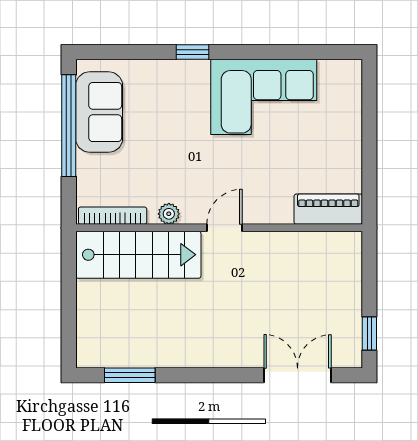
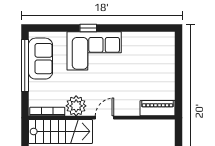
corner sofa: (264, 97) -> (94, 51), moved
plant: (169, 214) -> (76, 106), width x1.88, depth x1.88

